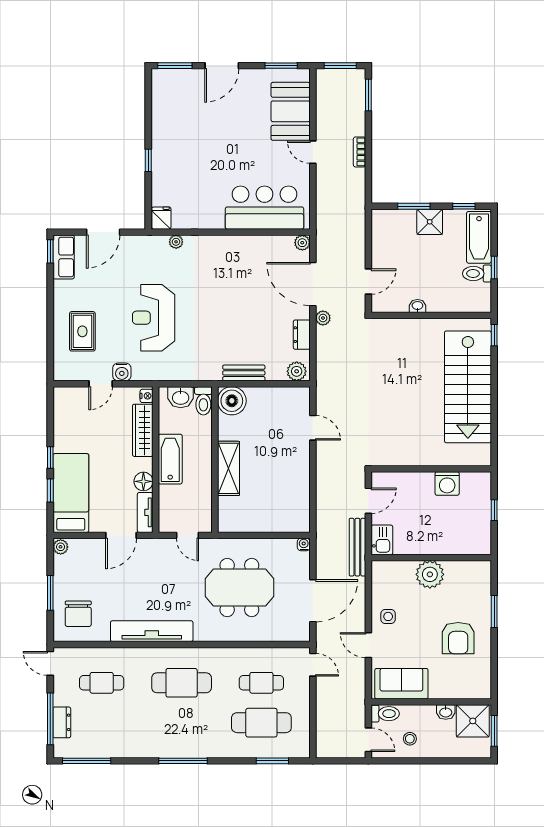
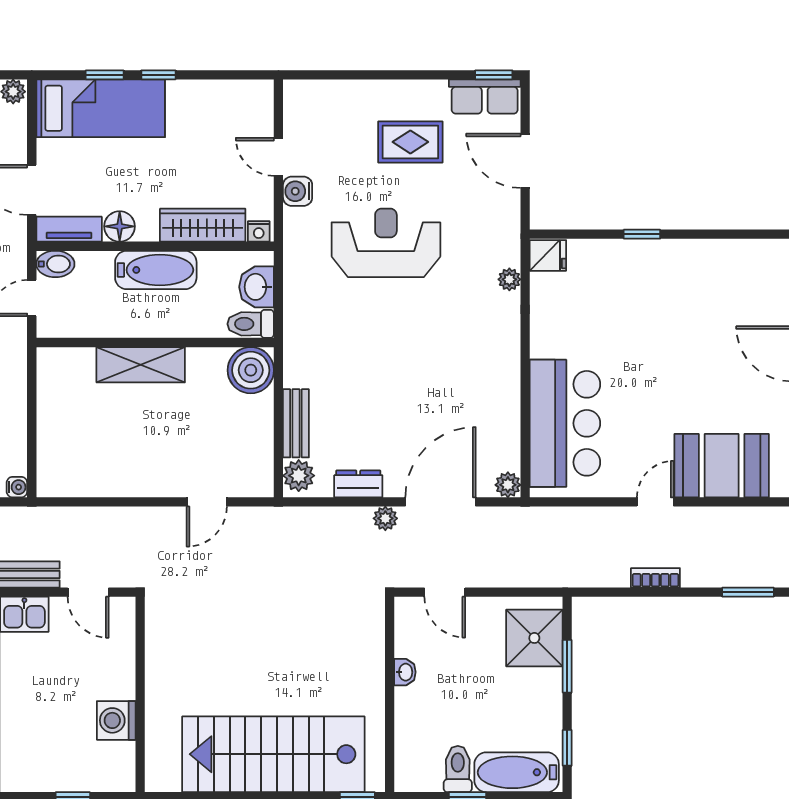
shower: (430, 222) -> (534, 638), moved, width x1.36, depth x1.36
rug: (82, 331) -> (410, 142), moved
bench: (244, 373) -> (296, 423), moved
bidet: (167, 521) -> (55, 264), added

